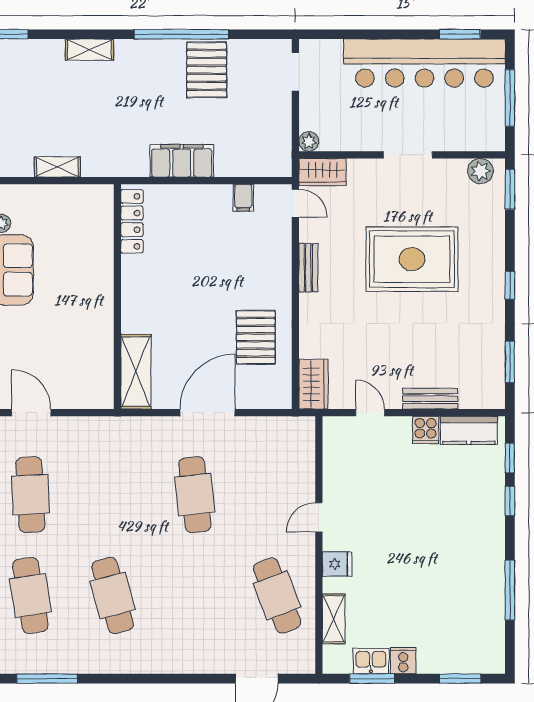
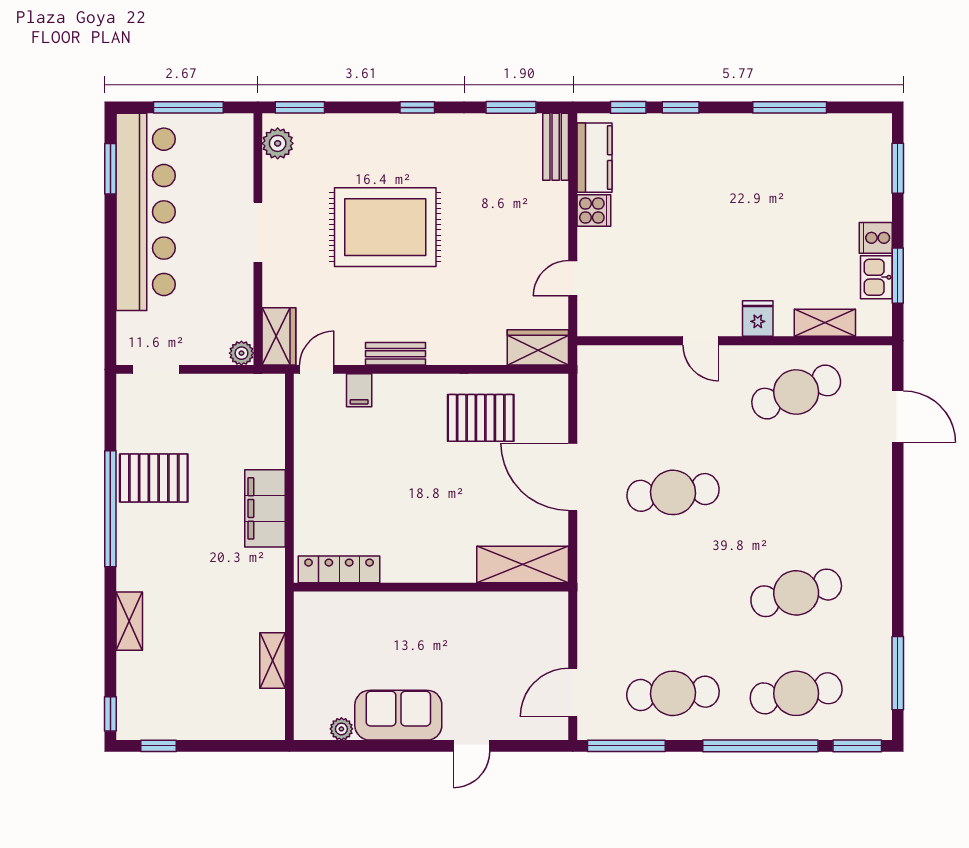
filing cabinet: (243, 198) -> (359, 390), moved, turned 90
rug: (412, 259) -> (385, 227), turned 90
bench: (430, 399) -> (556, 147), moved

